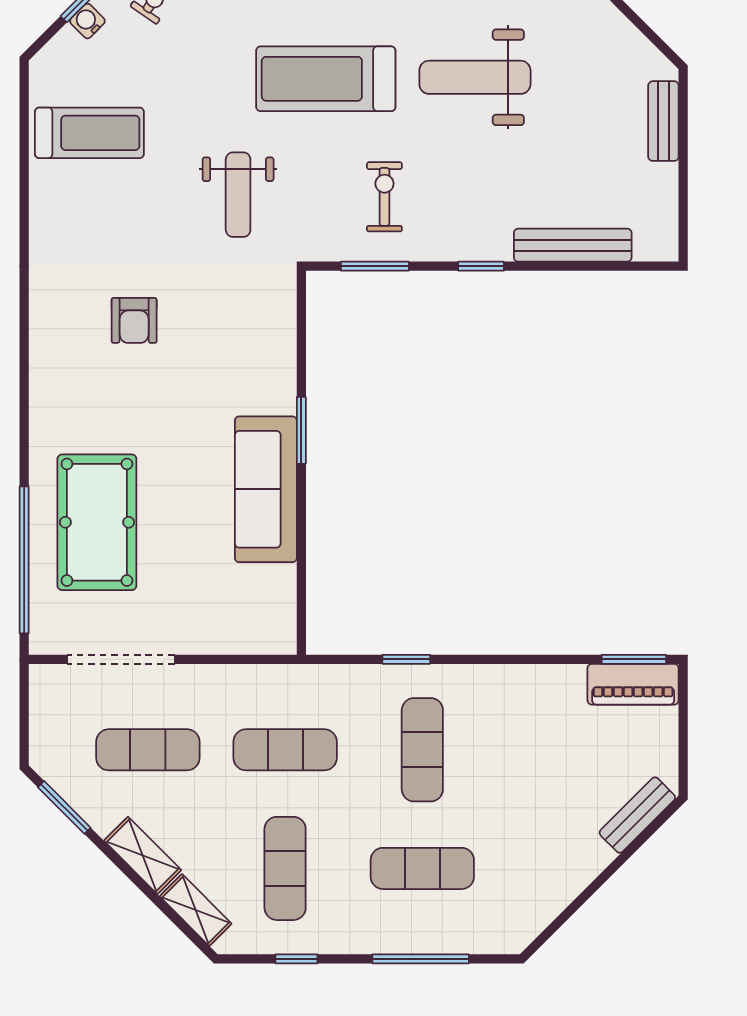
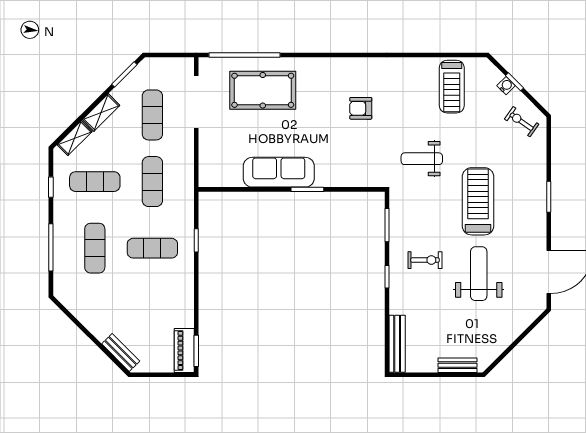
exercise bike: (384, 197) -> (425, 260), moved
bench: (573, 245) -> (397, 344), moved

